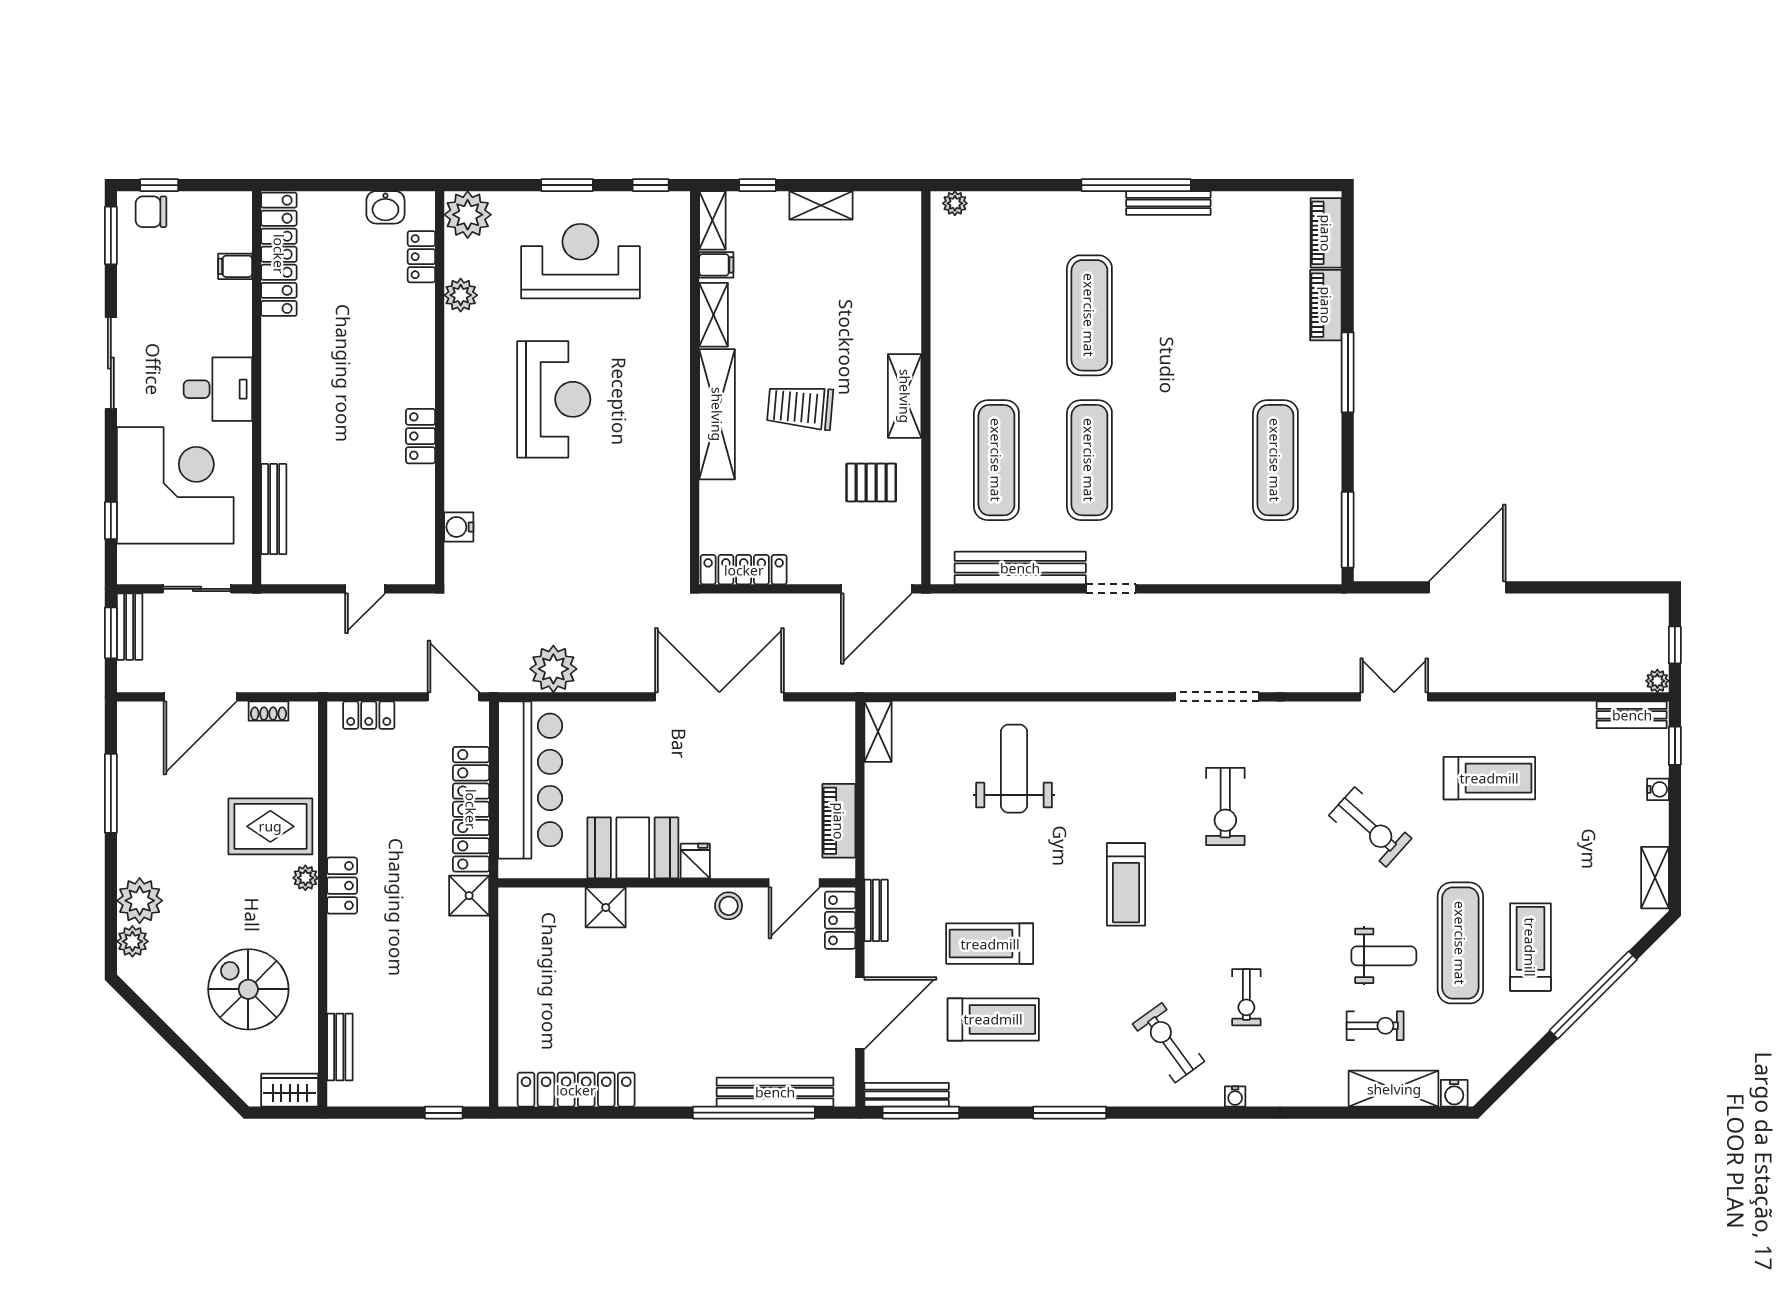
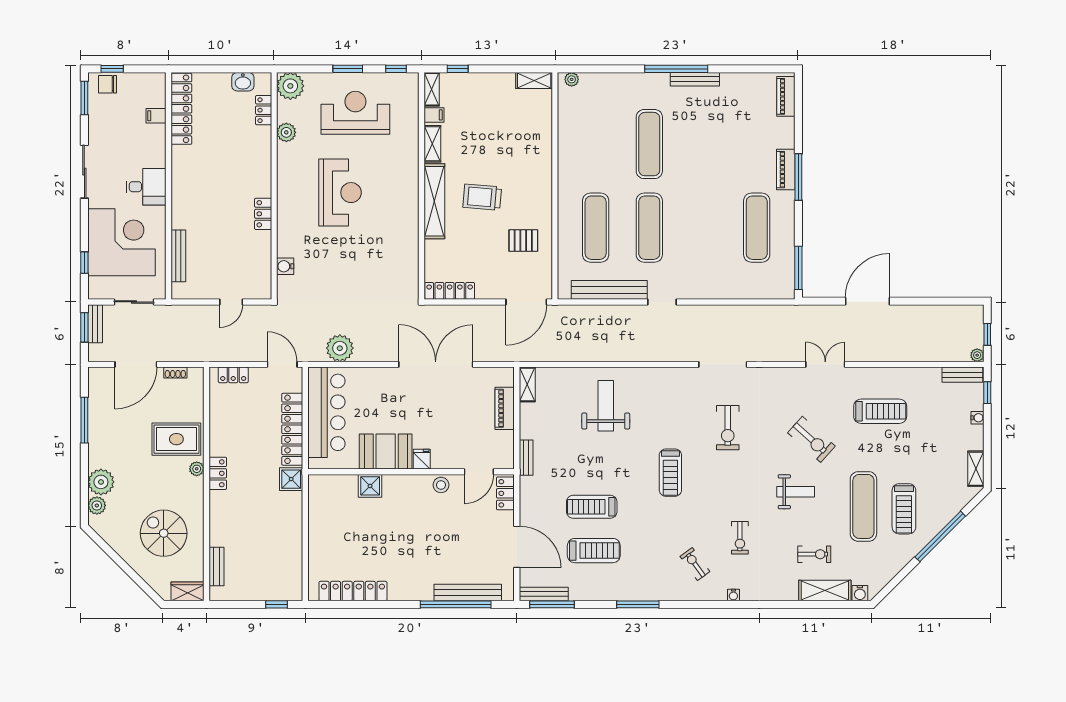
shelving: (821, 205) -> (534, 81), moved
piano: (1326, 305) -> (786, 170), moved
shelving: (905, 396) -> (543, 191), removed
piano: (839, 821) -> (505, 408), moved
bench: (876, 910) -> (526, 458), moved
treadmill: (1530, 947) -> (904, 509), turned 180
weight bench: (1384, 956) -> (796, 492), moved
door: (860, 1013) -> (517, 547), hinge flipped
exercise bike: (1169, 1043) -> (695, 564), width x0.73, depth x0.72

